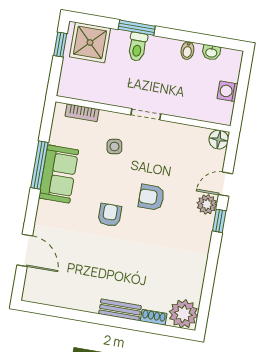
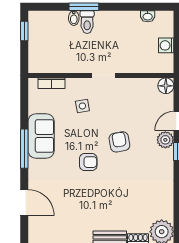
shower: (90, 43) -> (48, 25), removed
bidet: (187, 51) -> (74, 18), moved
window: (39, 165) -> (24, 149), moved
armchair: (151, 197) -> (119, 142), turned 80
armchair: (110, 215) -> (88, 162), turned 90

